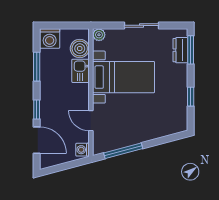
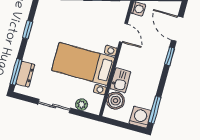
plant: (99, 35) -> (82, 105), moved
window: (37, 67) -> (155, 110), moved

